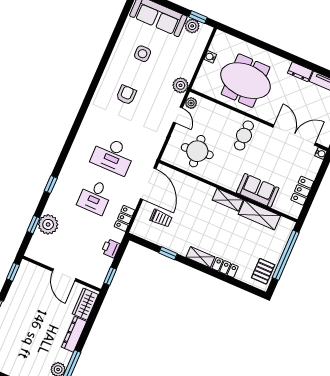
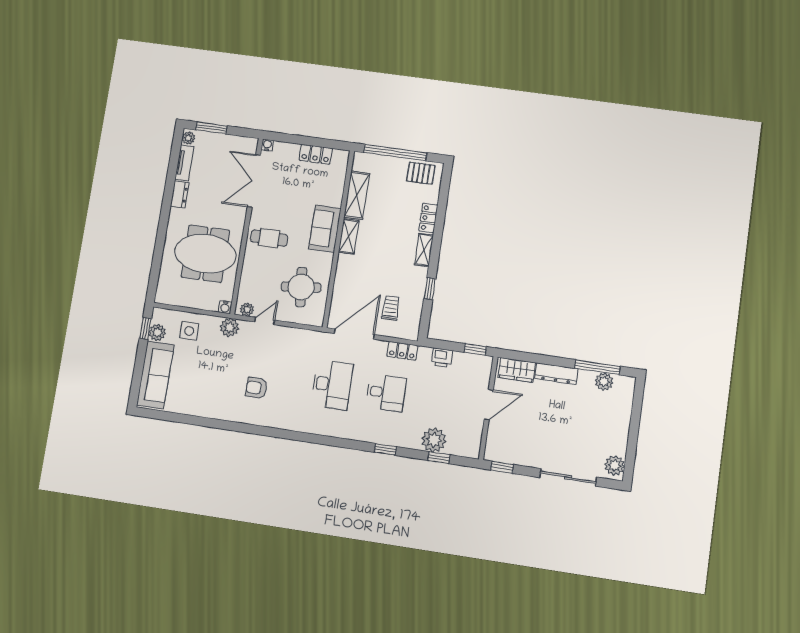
side table: (143, 54) -> (189, 331), moved
water cooler: (210, 57) -> (225, 307), moved
meeting table: (245, 81) -> (205, 254), turned 90
sofa: (258, 190) -> (325, 229), moved

